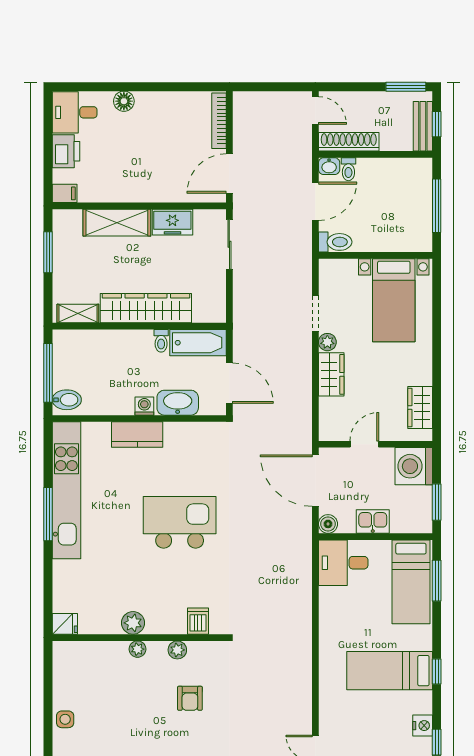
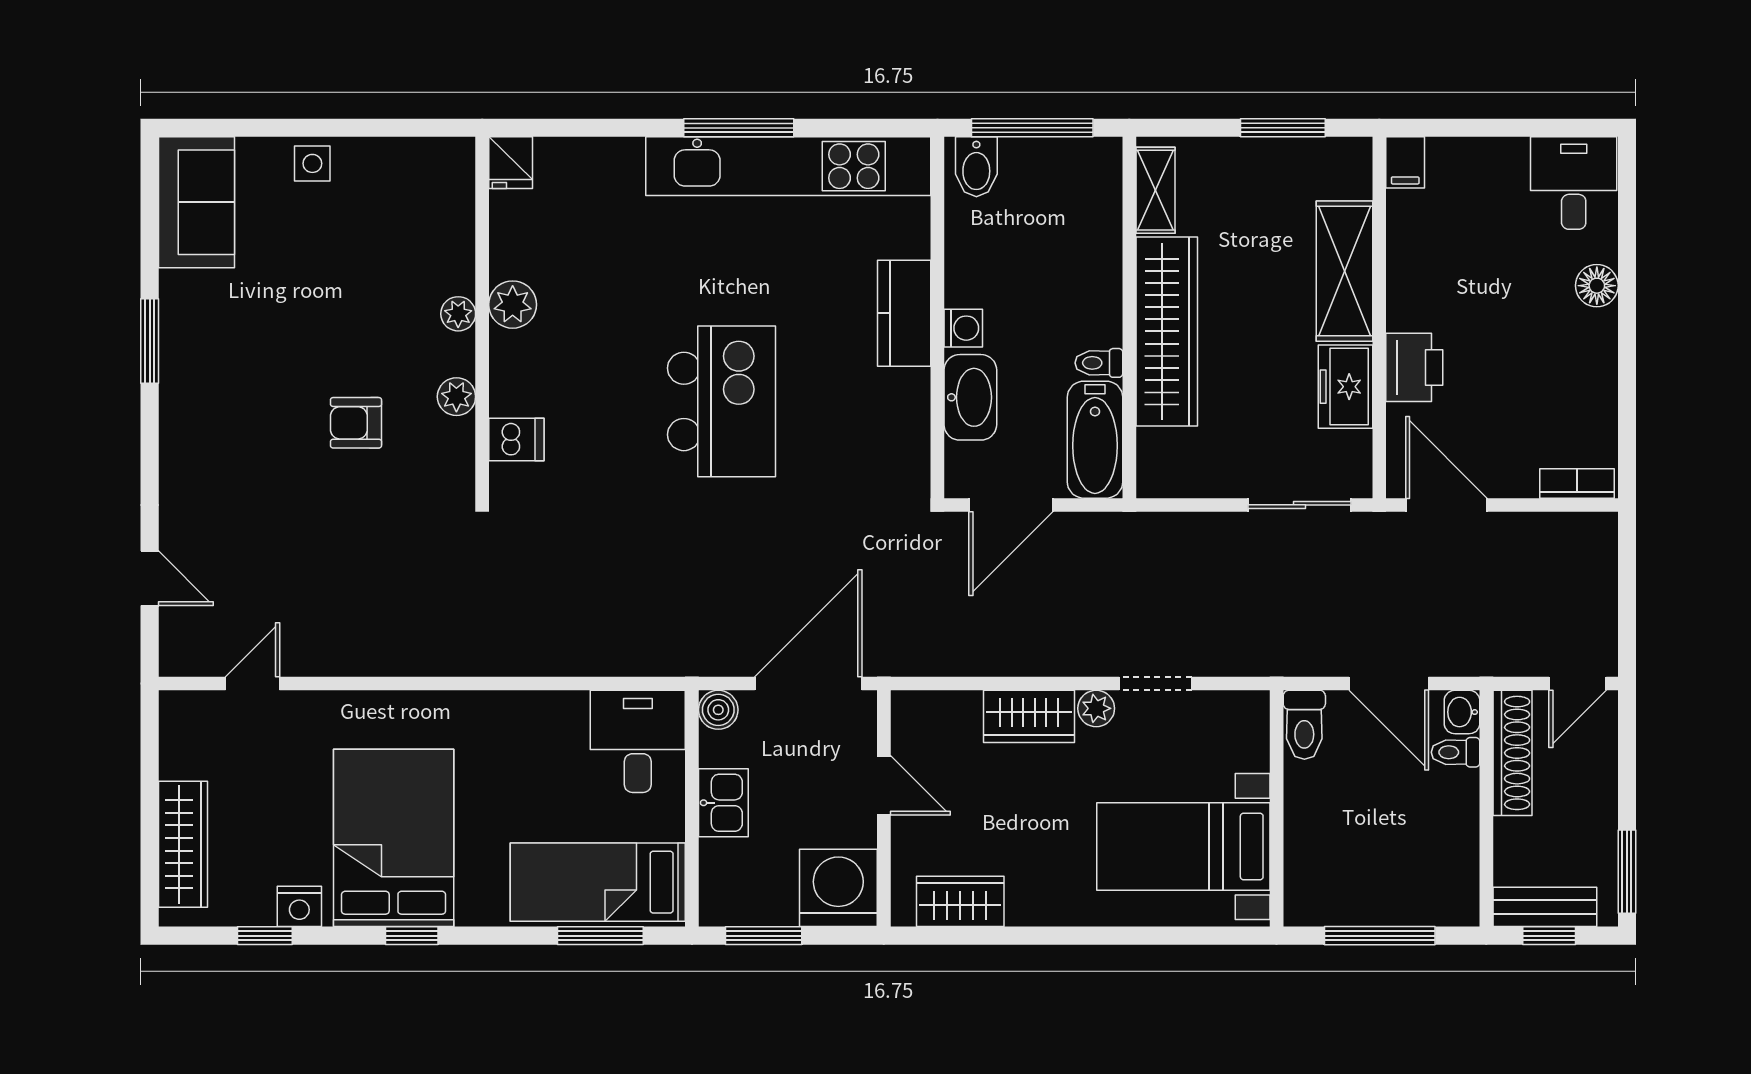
bookcase: (219, 121) -> (1577, 483), width x0.64
printer: (66, 151) -> (1414, 367), moved, turned -90
bed: (390, 671) -> (394, 838), width x1.50

